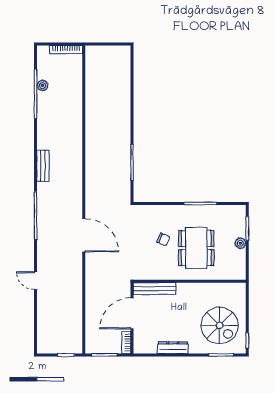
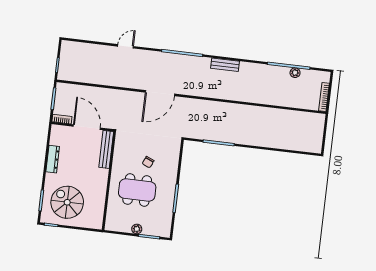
spiral stairs: (220, 325) -> (67, 202), turned 90

